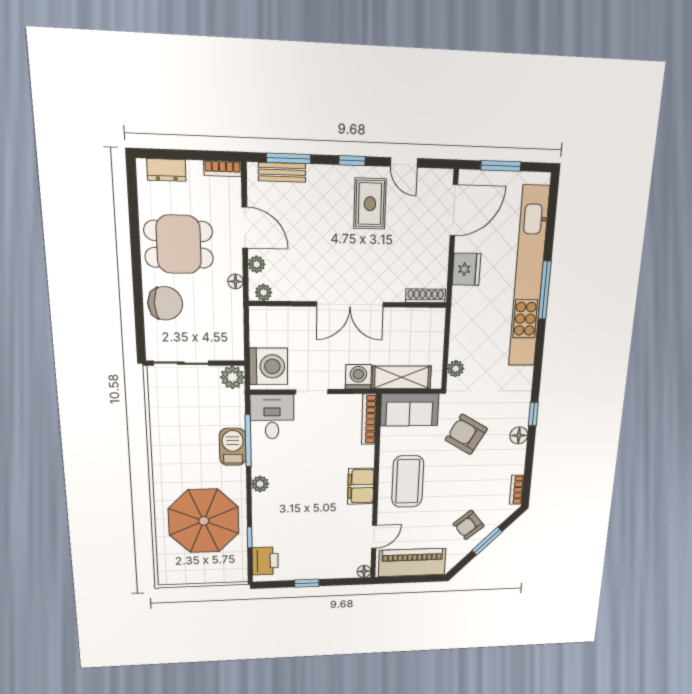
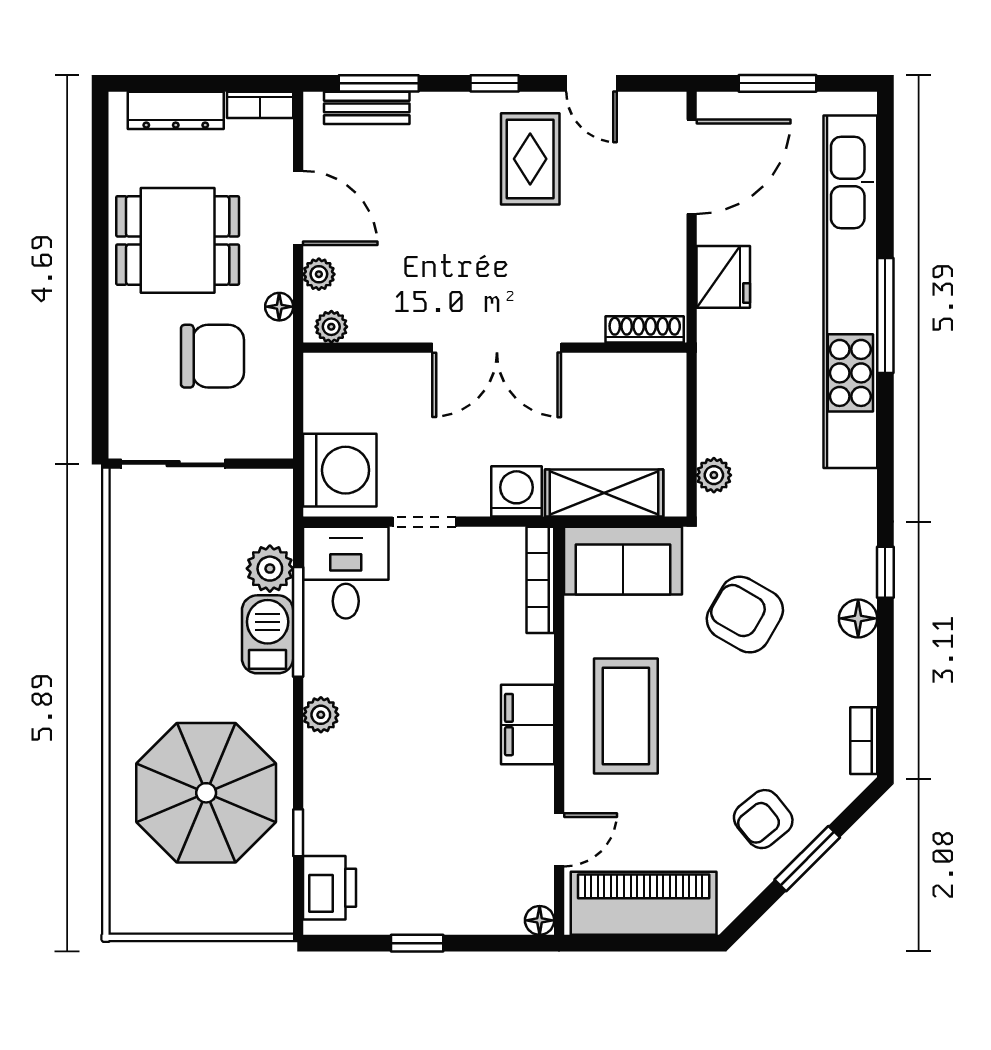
dresser: (166, 170) -> (176, 110), width x1.44
chair: (165, 303) -> (212, 356), moved
plant: (232, 377) -> (270, 569), moved

